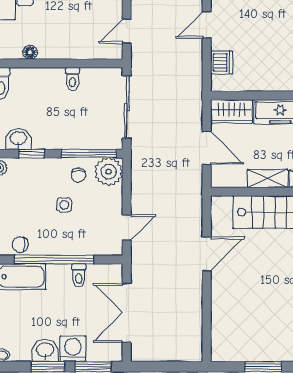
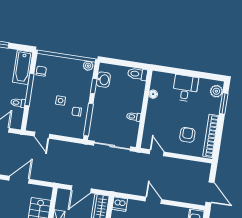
dishwasher: (222, 62) -> (120, 204), moved
plant: (109, 172) -> (76, 130), removed
door: (207, 254) -> (19, 180), swing flipped
window: (54, 260) -> (29, 90), width x0.68

